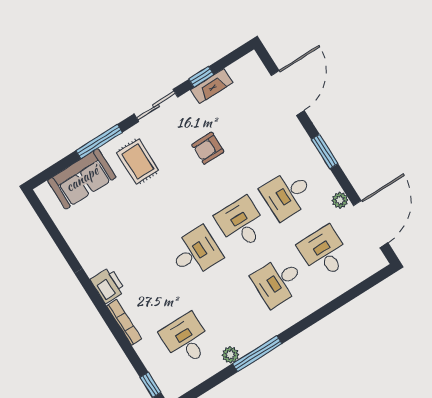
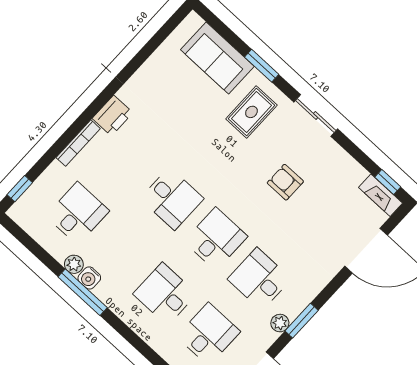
window: (201, 77) -> (388, 182), moved
fireplace: (212, 86) -> (381, 195), moved
window: (99, 141) -> (262, 66), width x0.69
window: (325, 152) -> (302, 321), moved
plant: (340, 200) -> (280, 323), moved
water cooler: (246, 344) -> (89, 278), added

